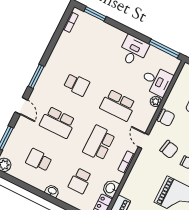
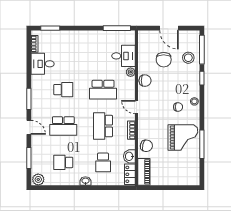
desk: (133, 51) -> (43, 64), moved, turned -90
chair: (169, 149) -> (146, 146), moved

